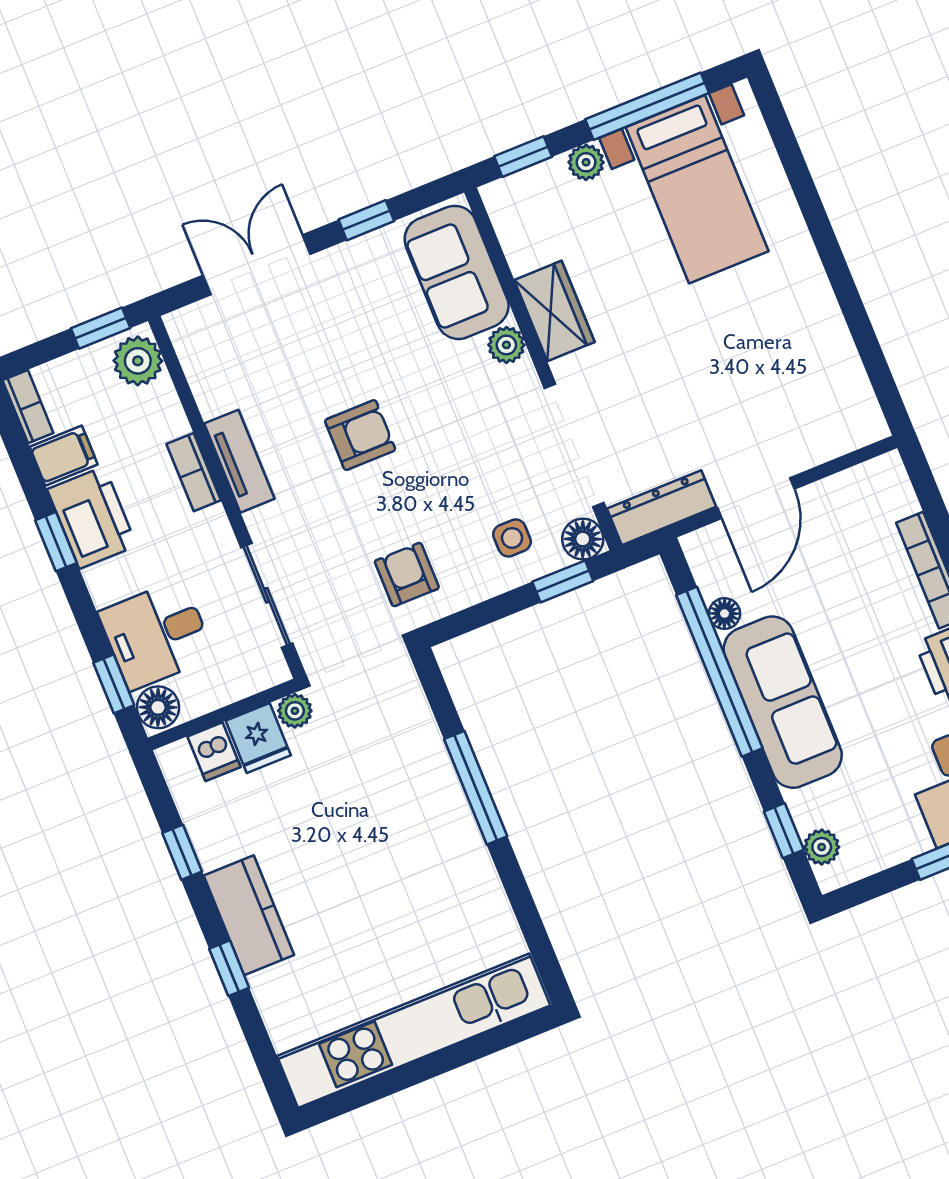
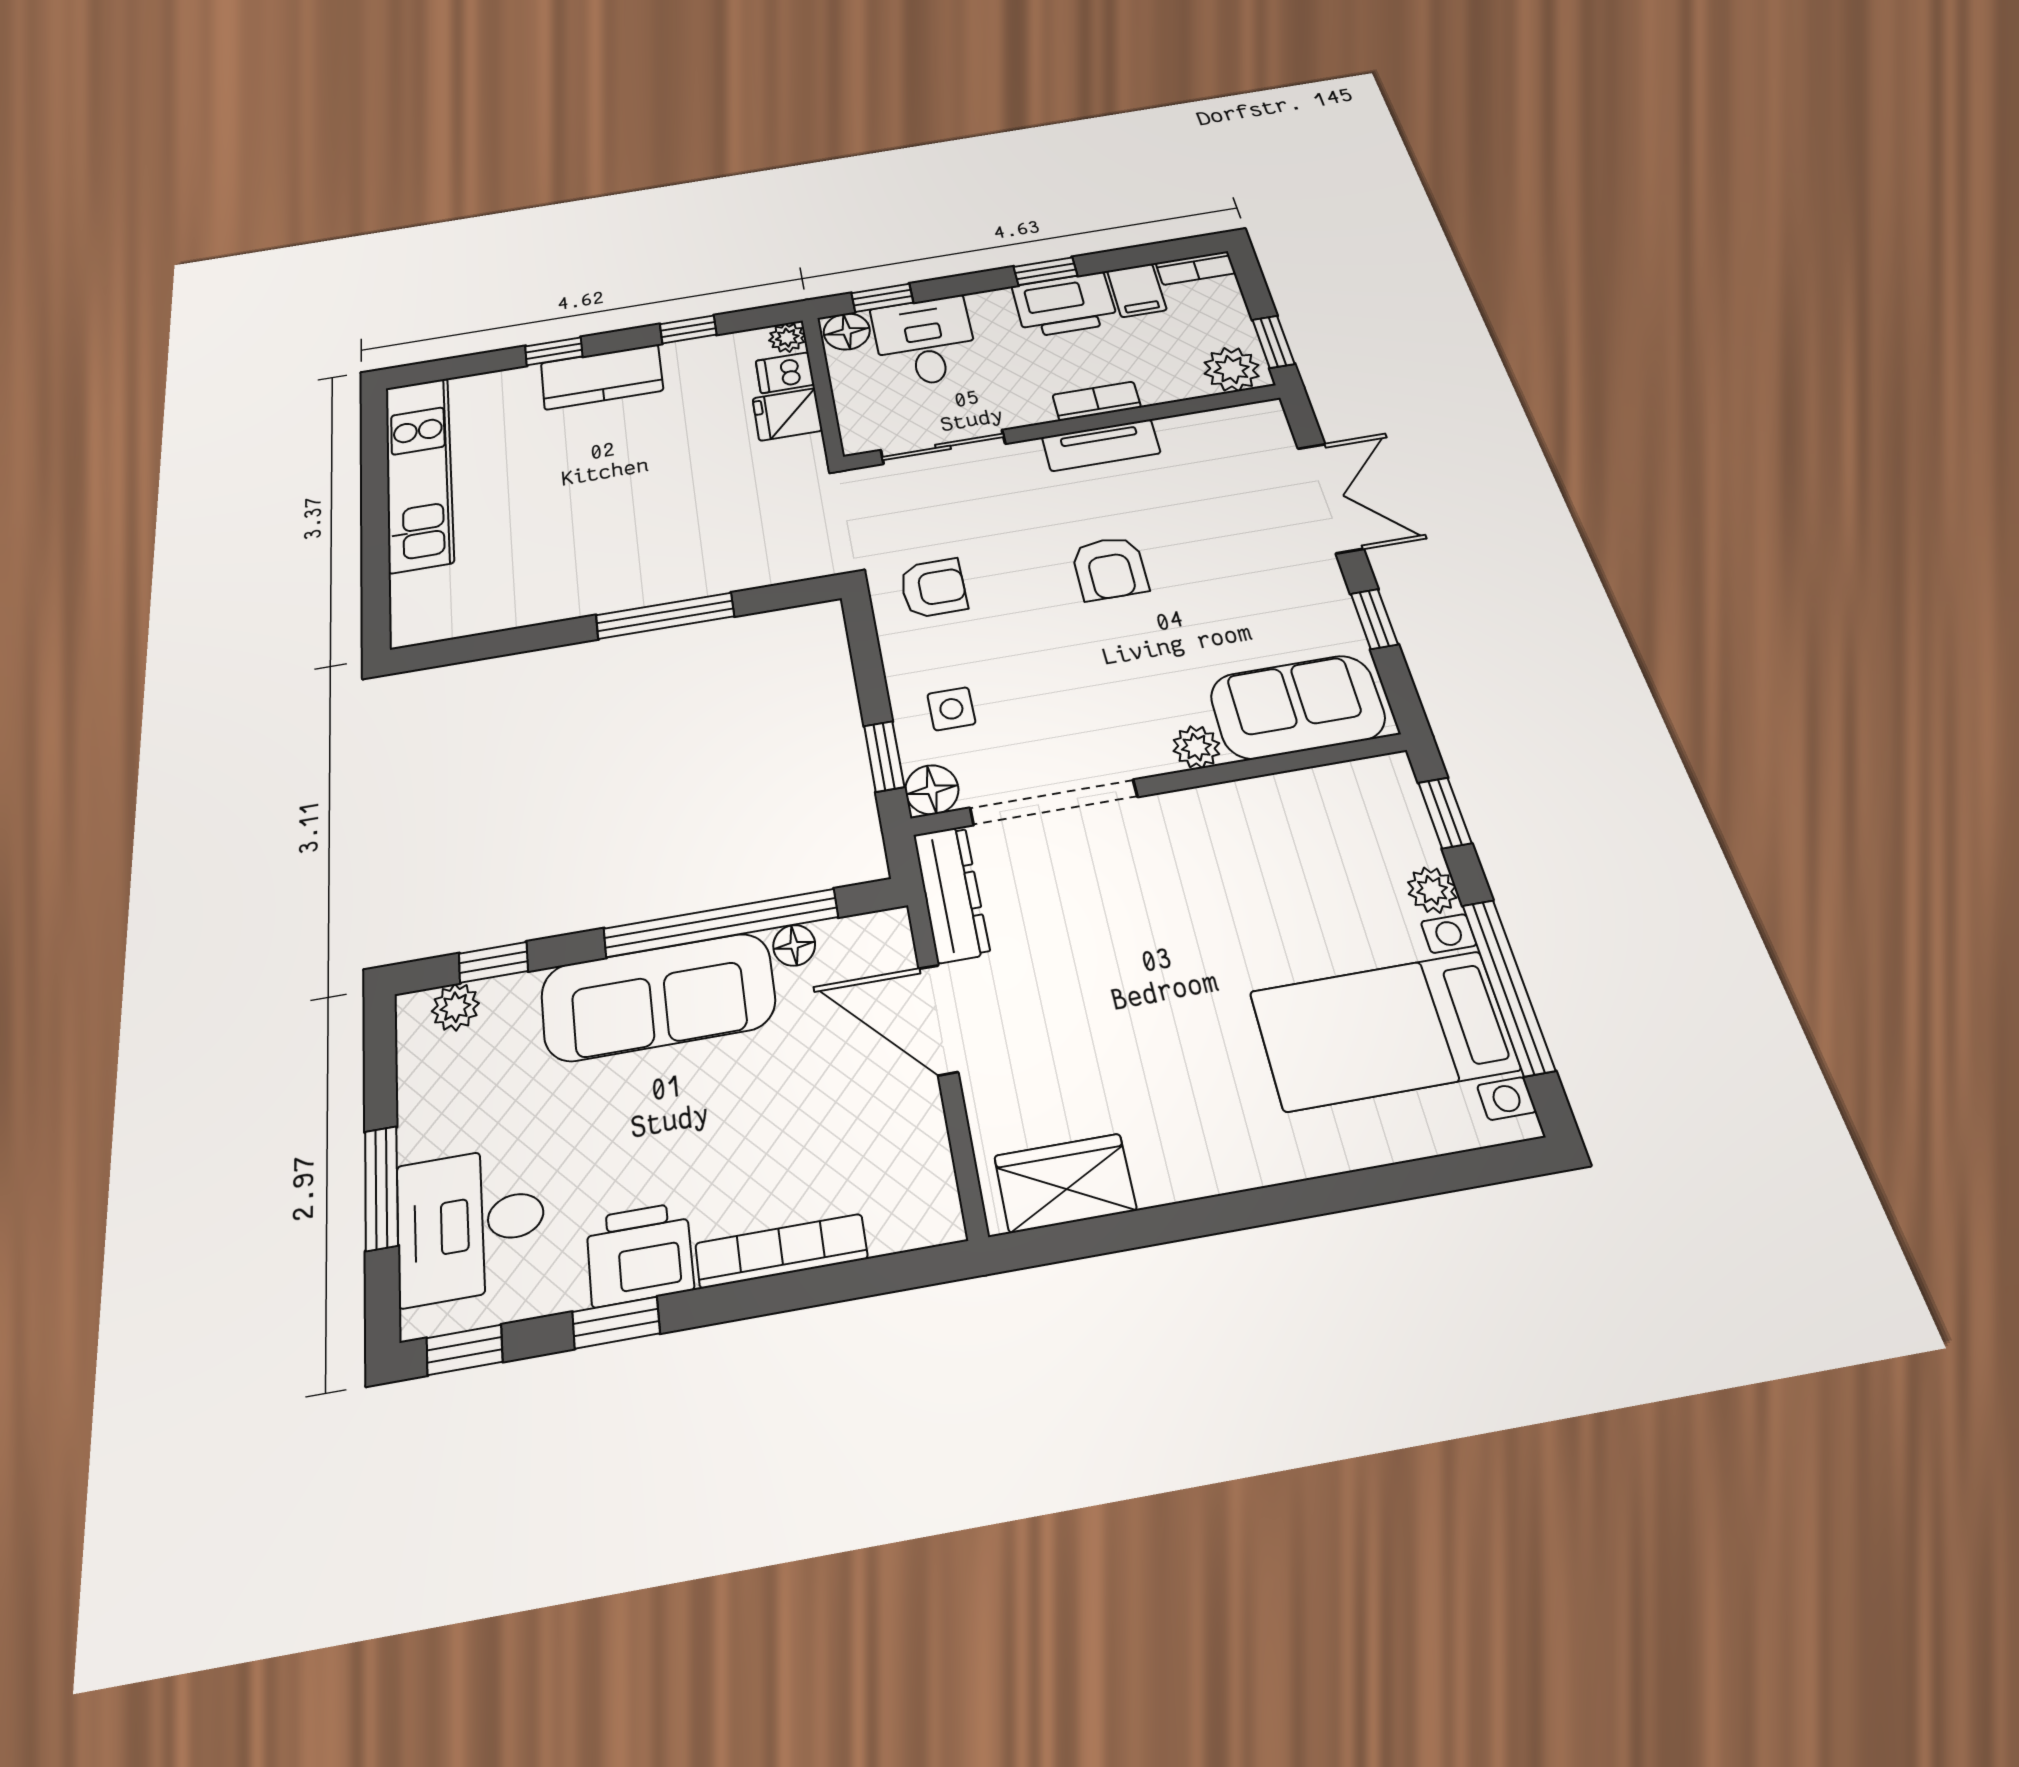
wardrobe: (554, 311) -> (1065, 1183), moved, turned 180
plant: (295, 711) -> (787, 338), moved
kitchen unit: (414, 1031) -> (419, 473), width x0.73

